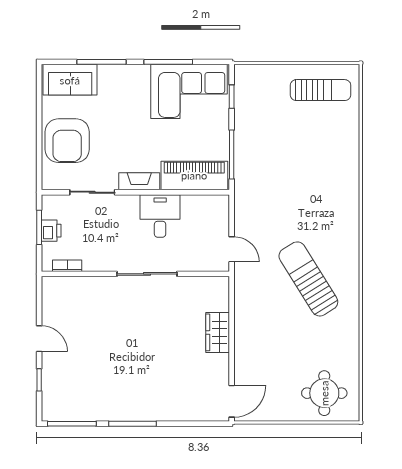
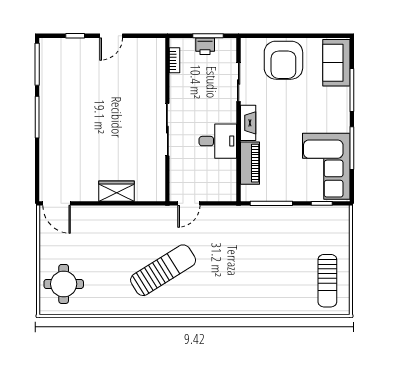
armchair: (67, 141) -> (283, 60), turned -90
piano: (194, 175) -> (250, 163), width x0.73, depth x0.75

